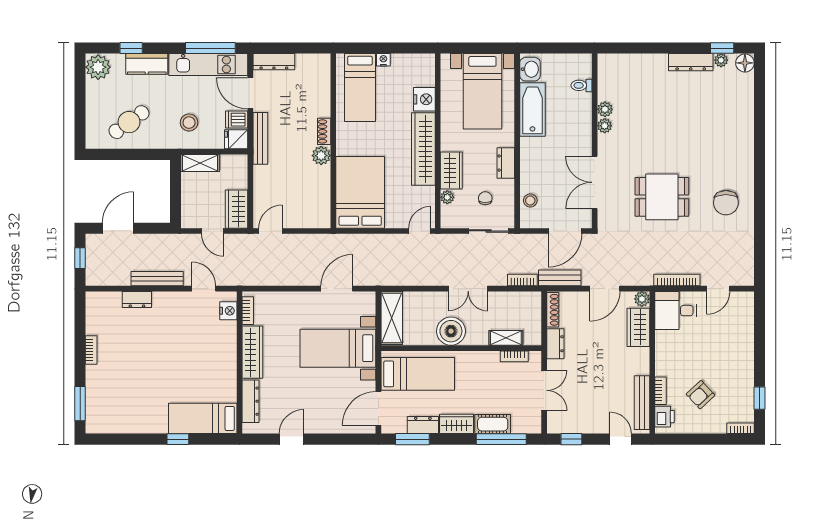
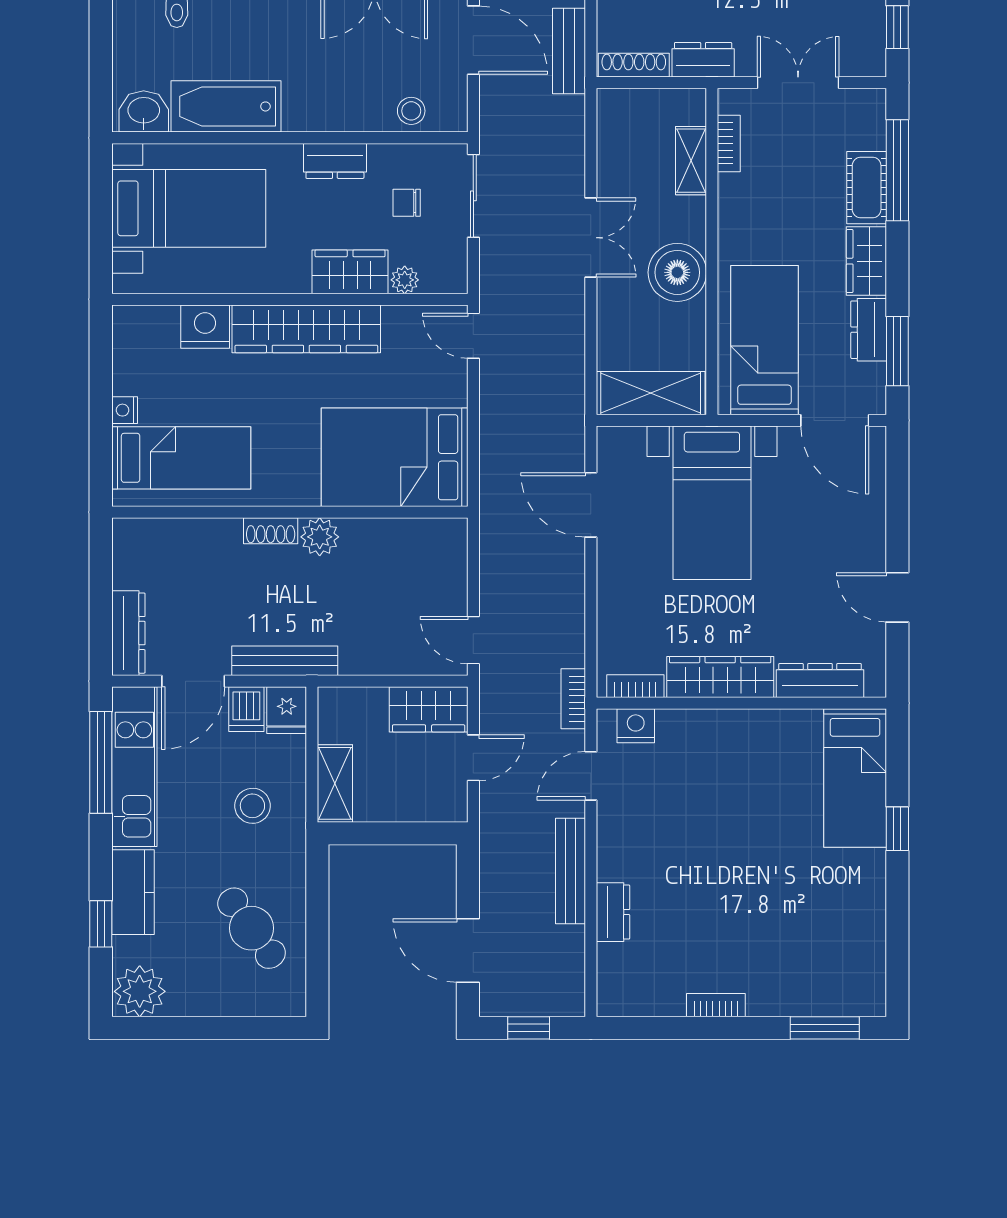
bookcase: (522, 280) -> (573, 699), moved

